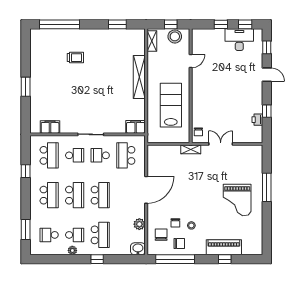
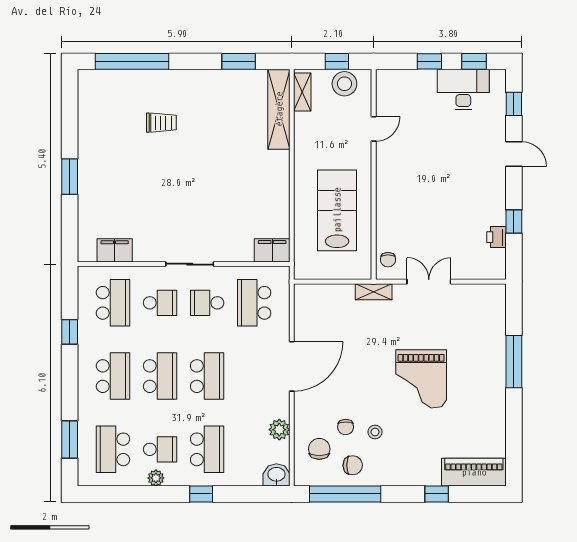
shelving: (139, 77) -> (279, 109), moved
grand piano: (237, 200) -> (421, 379), moved
school desk: (49, 235) -> (113, 449), width x1.85
piano: (224, 247) -> (474, 472), moved

